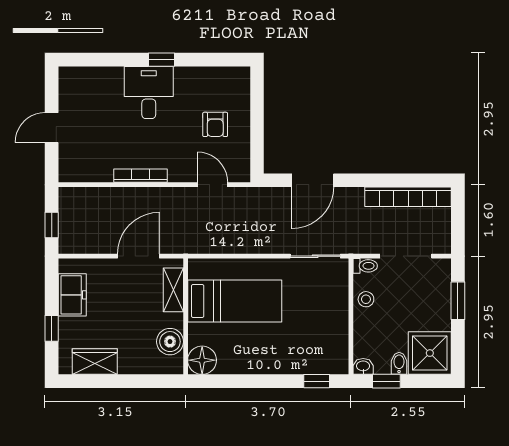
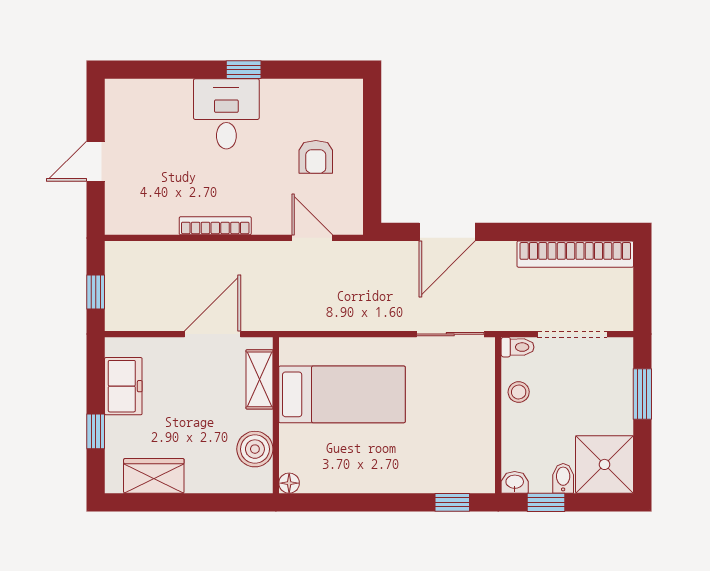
floor lamp: (202, 360) -> (289, 483), width x0.53, depth x0.53

